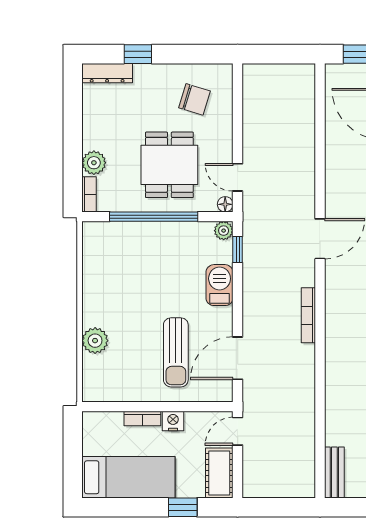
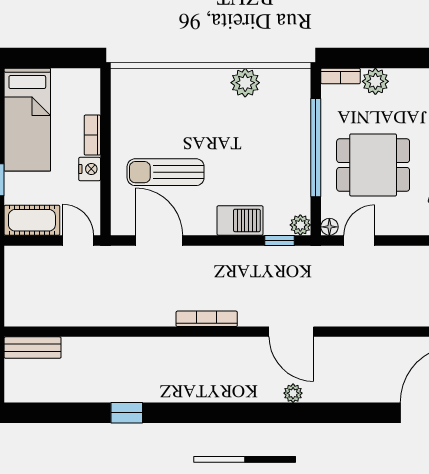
plant: (95, 341) -> (245, 83), moved

